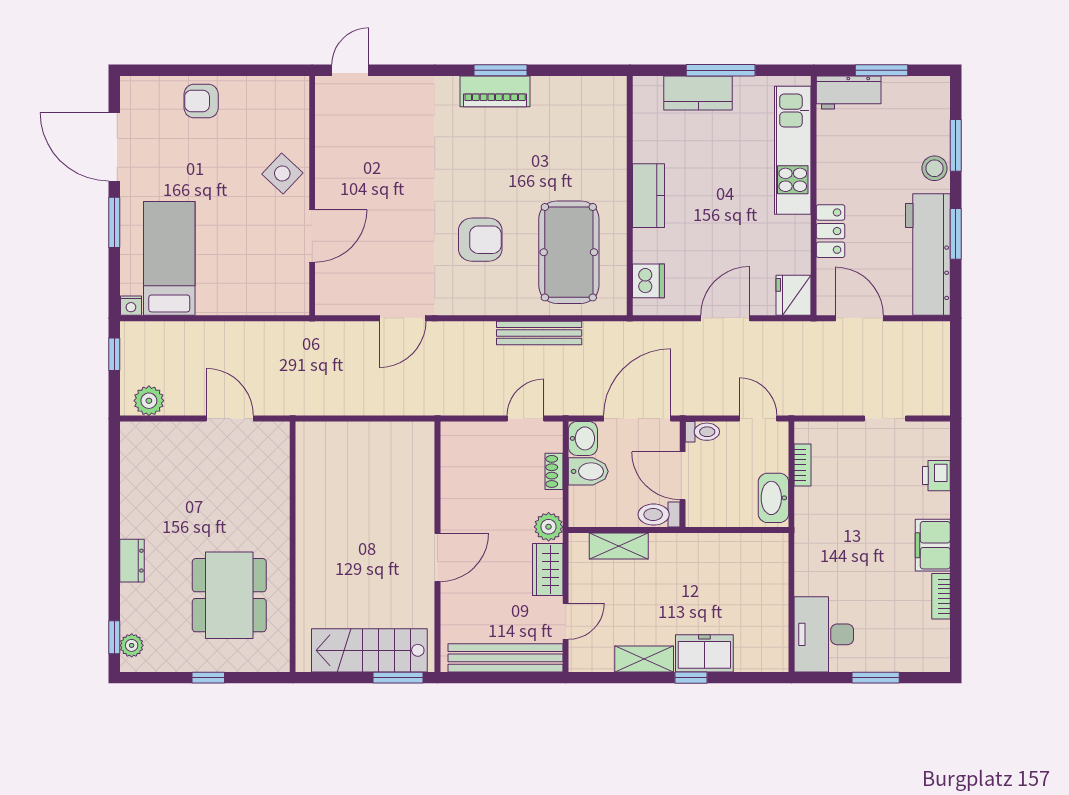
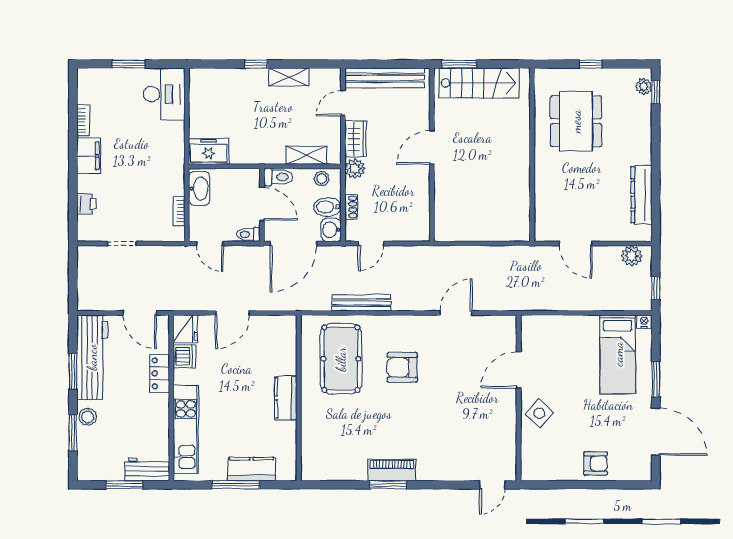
dishwasher: (648, 281) -> (184, 356), moved, turned 180
stool: (597, 512) -> (322, 179), added
dresser: (132, 561) -> (641, 195), moved, width x1.96, depth x1.24
freezer: (704, 653) -> (209, 151), moved, turned 180

